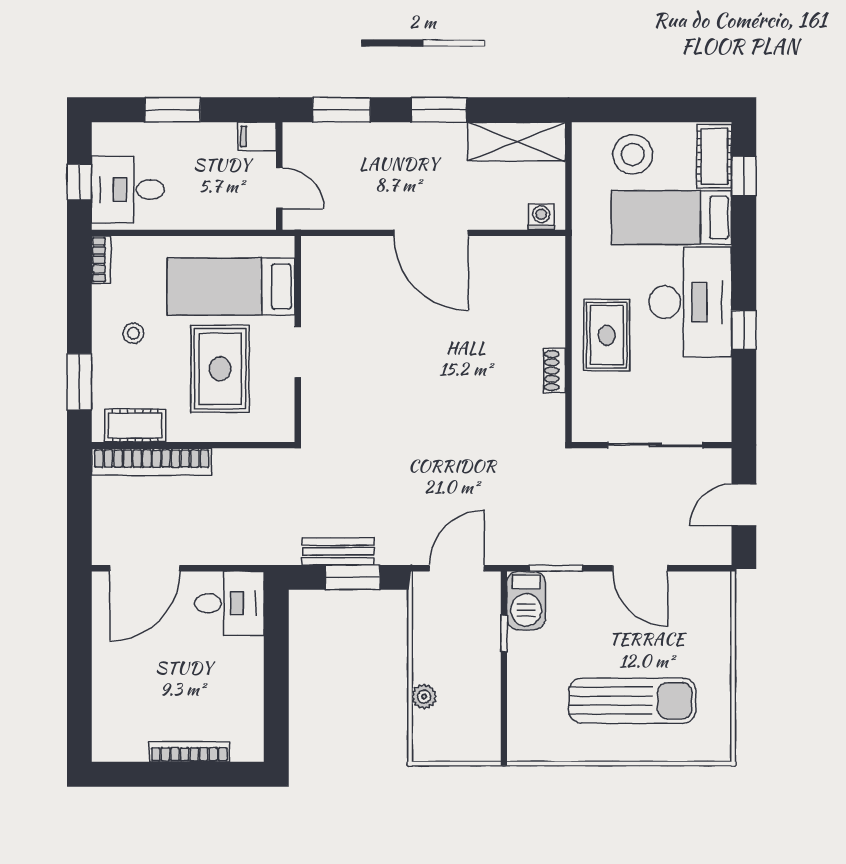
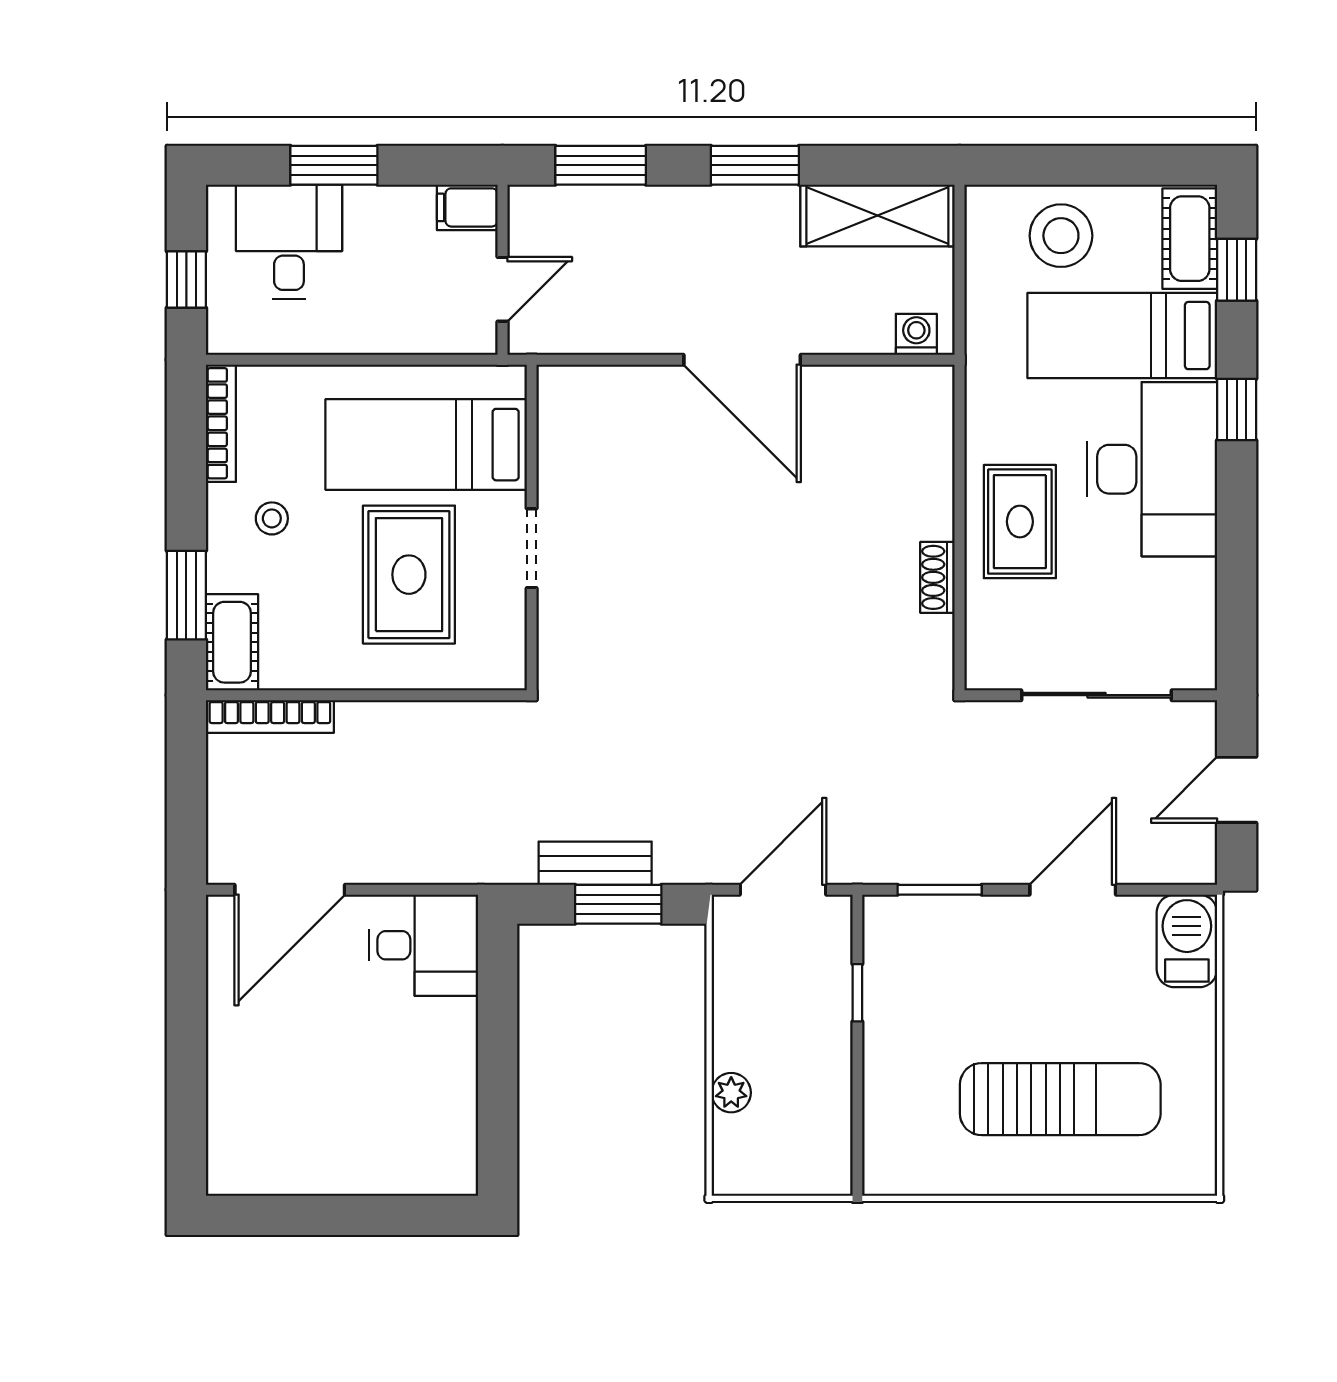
door: (279, 188) -> (502, 289), hinge flipped
desk: (128, 190) -> (289, 242), moved, turned 90
bookcase: (101, 260) -> (221, 423), width x1.56
window: (744, 330) -> (1237, 409), moved
cot: (135, 425) -> (232, 642), moved, turned 90
bookcase: (152, 462) -> (270, 716), width x0.68, depth x0.76
door: (640, 568) -> (1073, 890), swing flipped
barbecue: (526, 601) -> (1187, 941), moved, turned 180
bookcase: (189, 752) -> (360, 1180), removed

